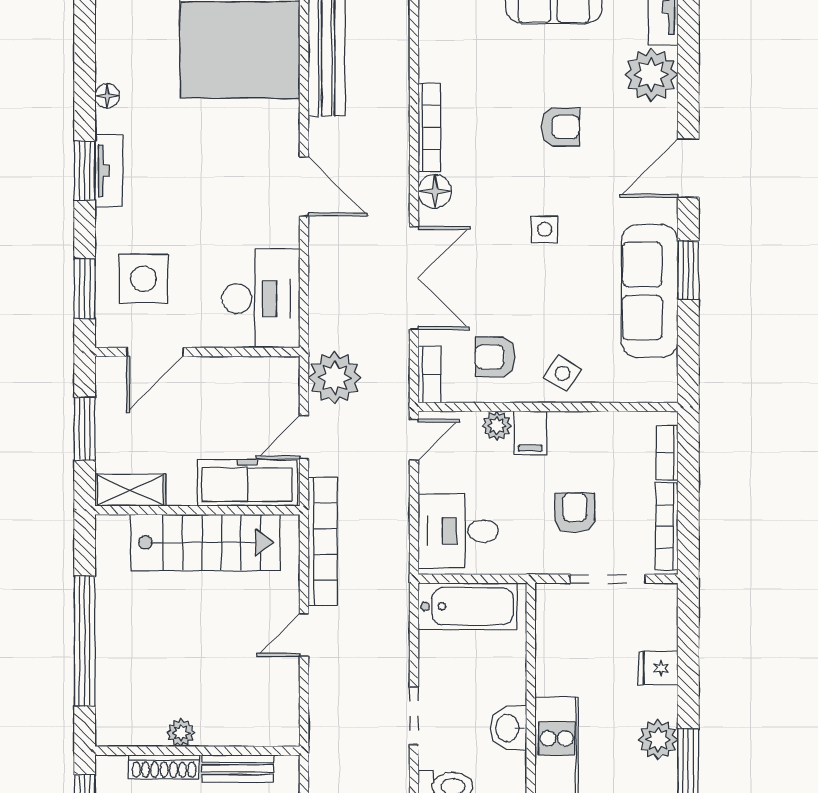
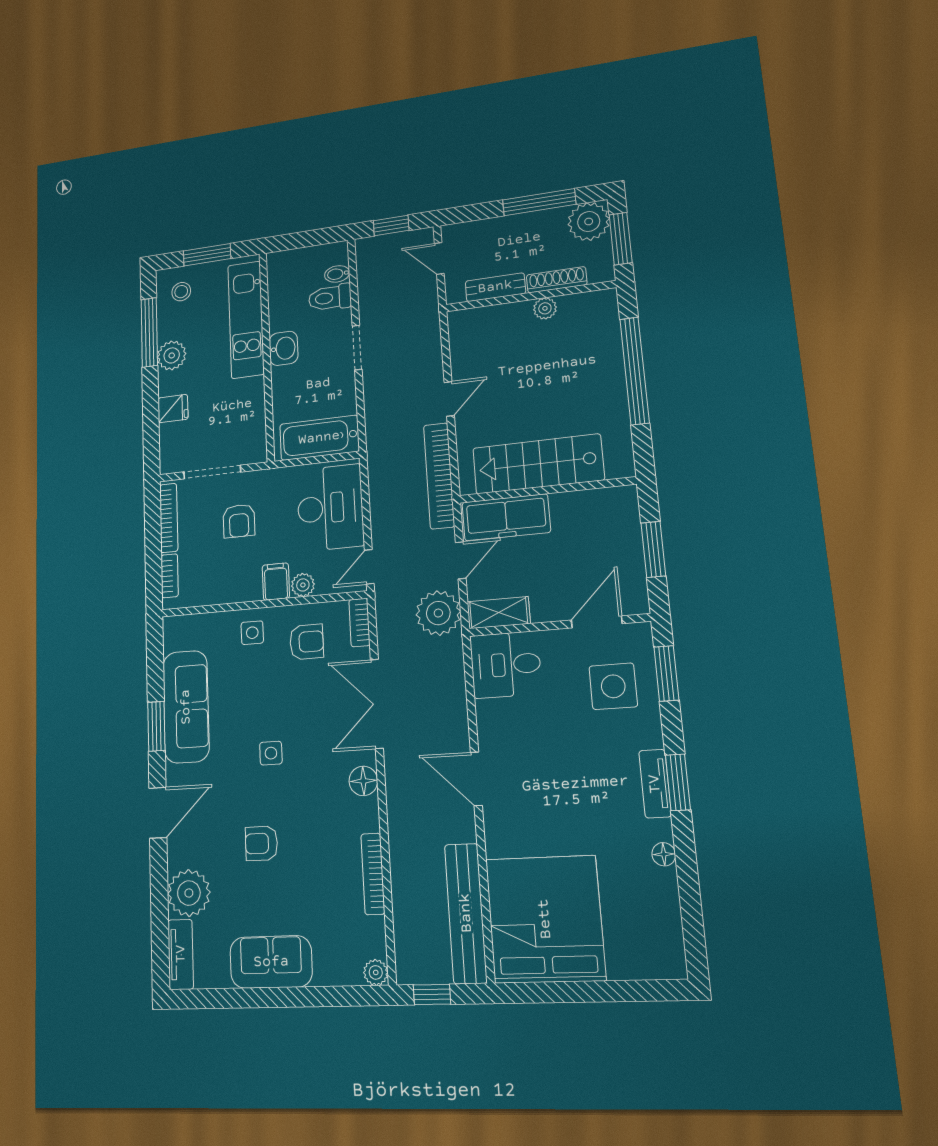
bookcase: (429, 127) -> (373, 874), moved
desk: (261, 298) -> (506, 665), width x0.73
side table: (563, 373) -> (252, 633), turned -33
shelving: (130, 490) -> (499, 613), moved
desk: (458, 531) -> (330, 508), width x1.37

